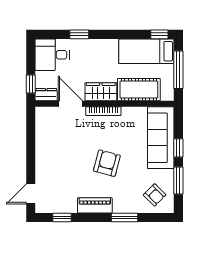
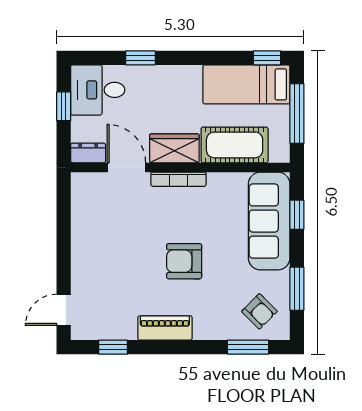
window: (31, 84) -> (64, 106), moved
window: (178, 148) -> (297, 215), moved
armchair: (107, 163) -> (184, 261), turned -105
window: (124, 218) -> (248, 347), moved

